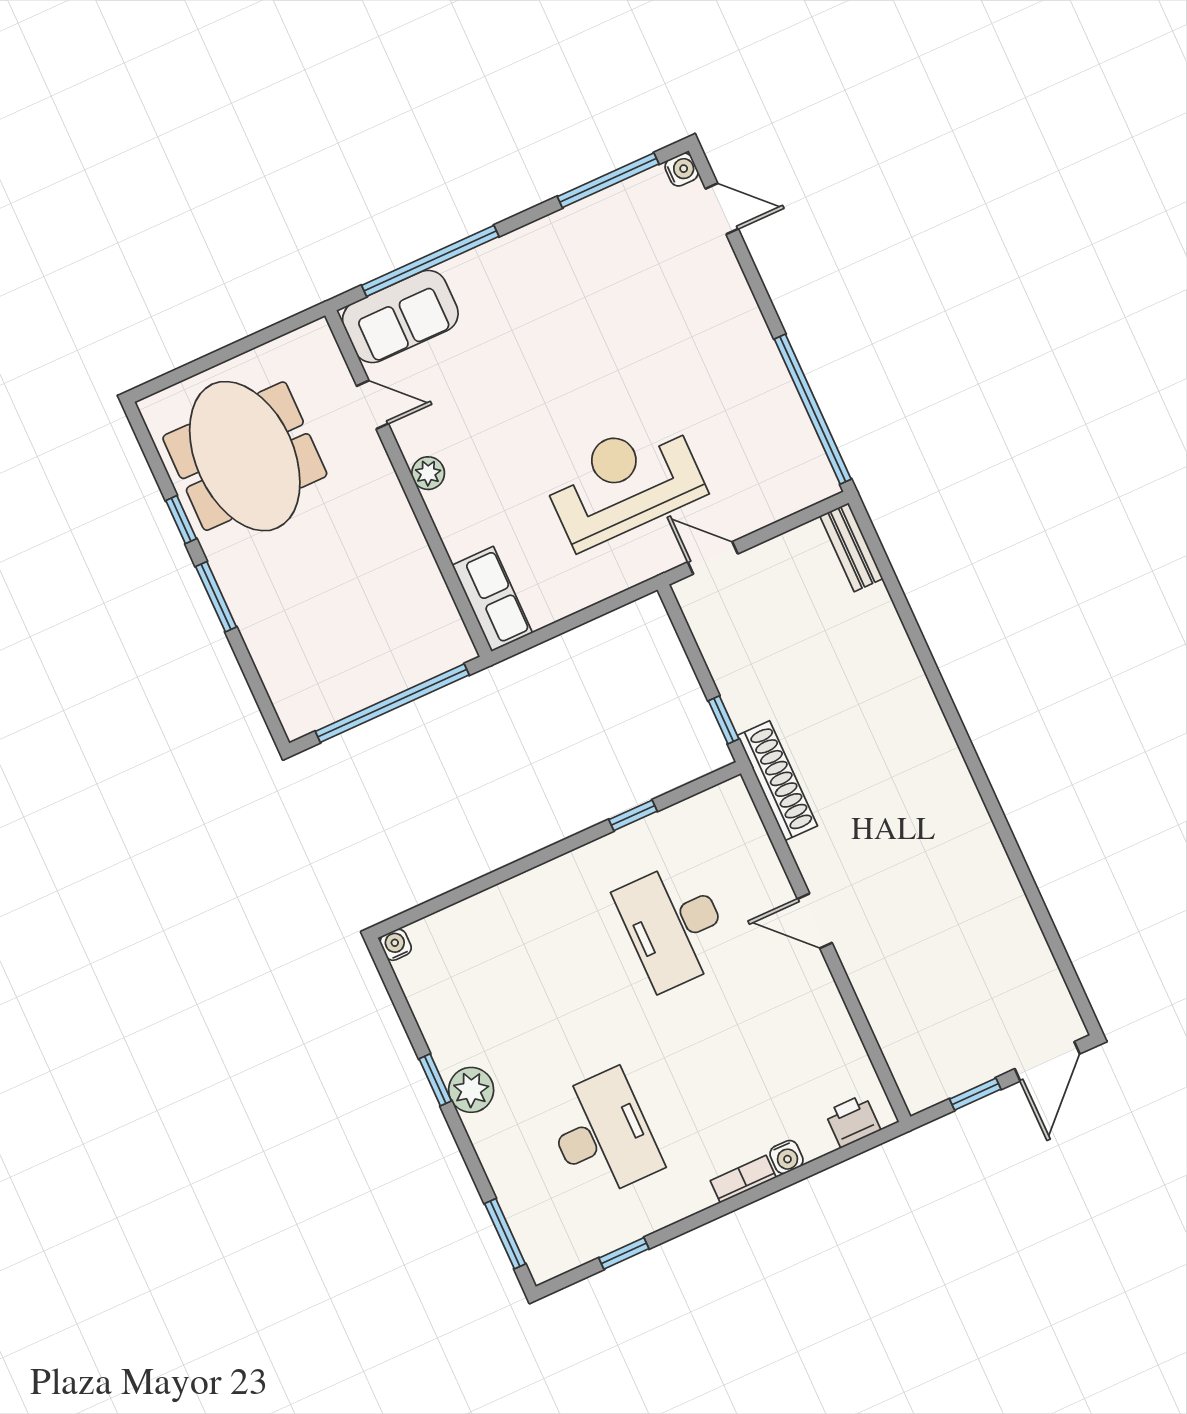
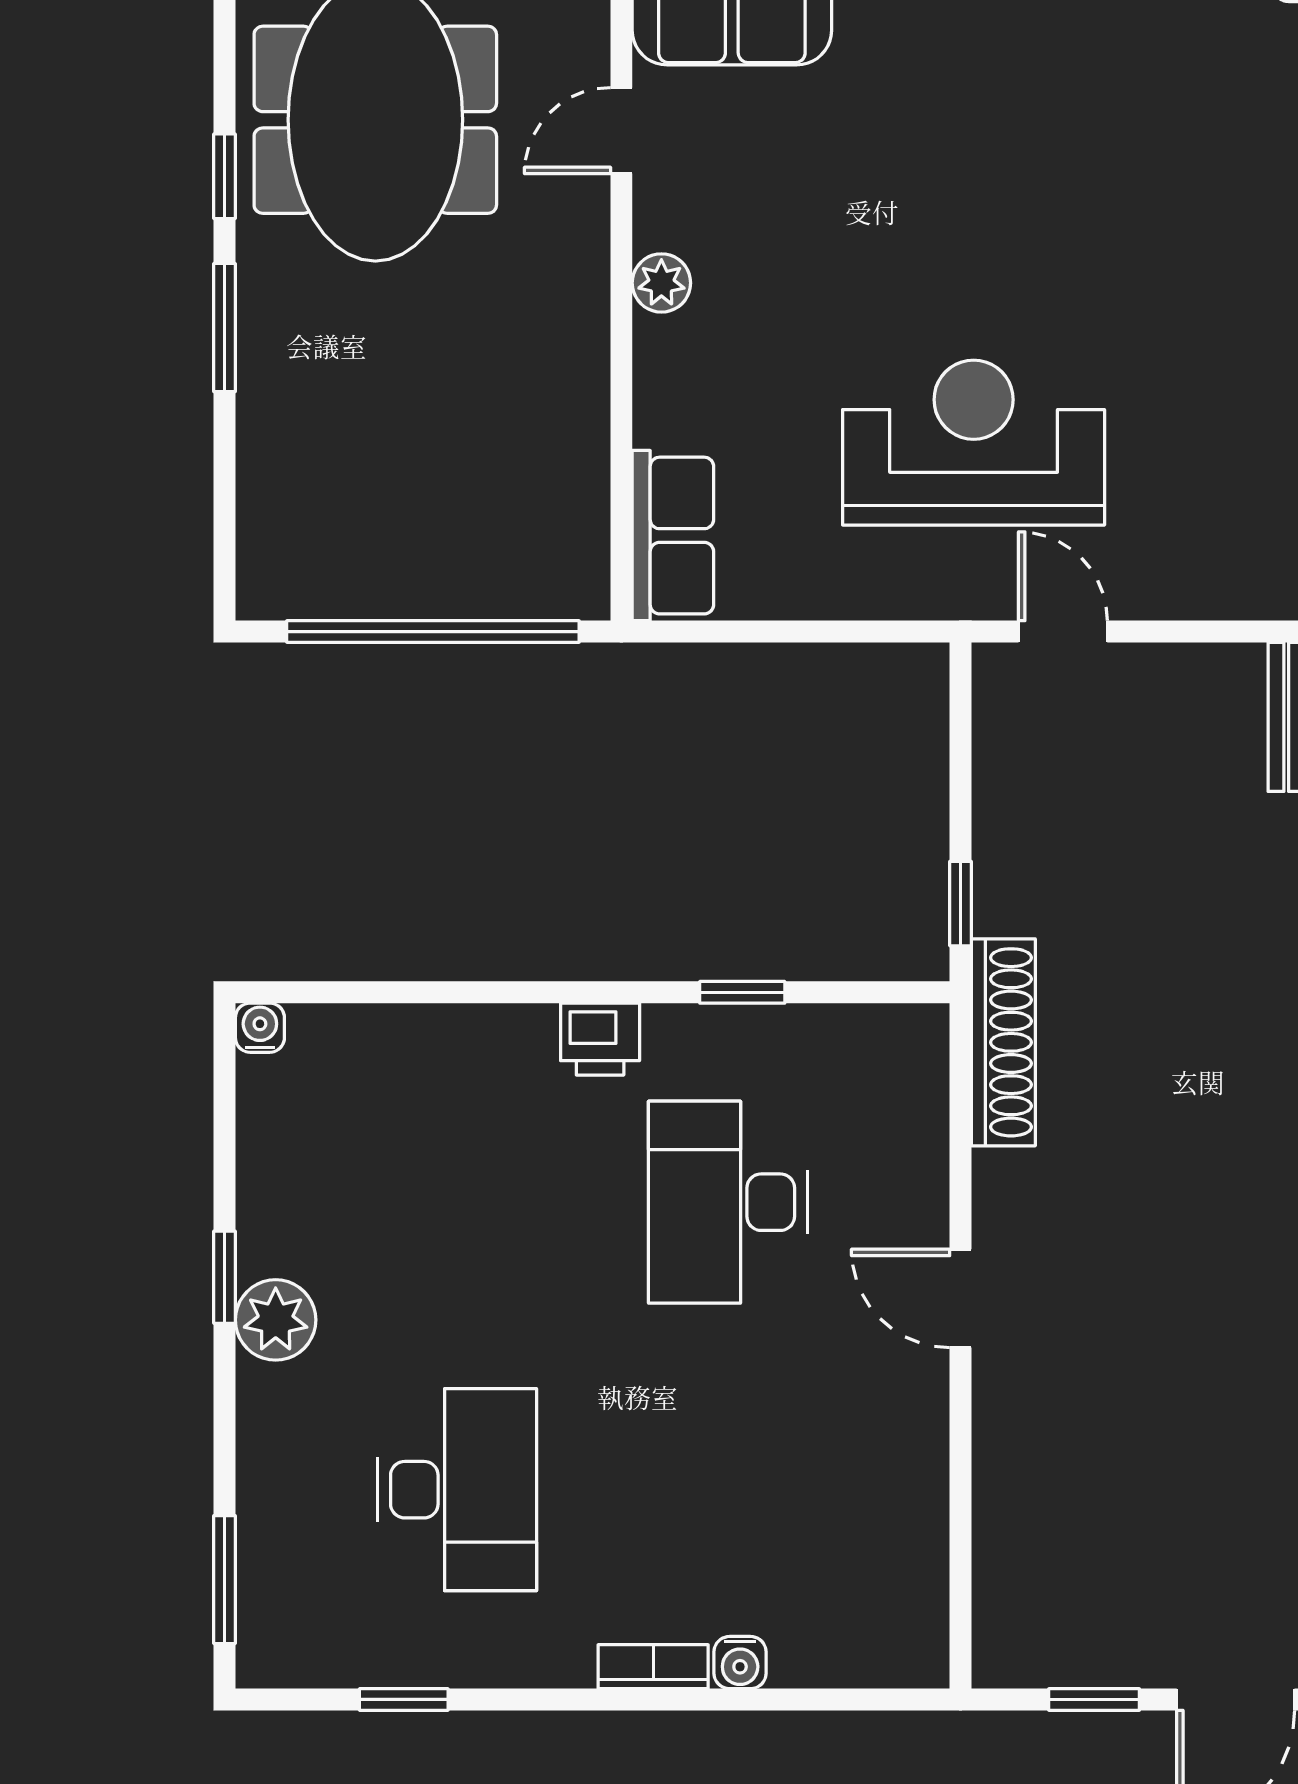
door: (373, 405) -> (621, 131), swing flipped
printer: (853, 1121) -> (600, 1039), moved, turned 180

